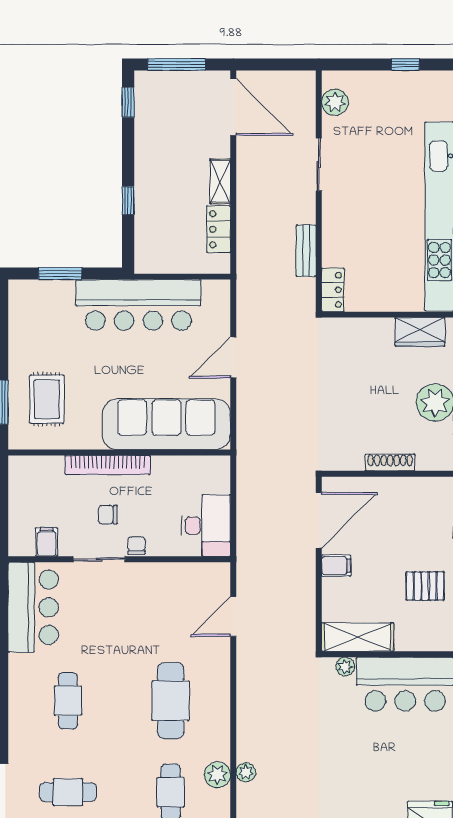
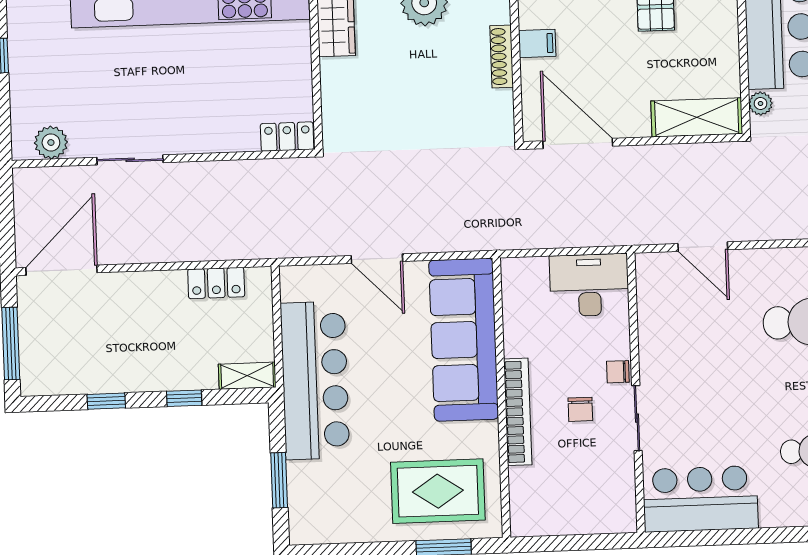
window: (128, 102) -> (106, 401), moved
shelving: (220, 181) -> (247, 376), moved
bench: (306, 251) -> (239, 172), removed
rug: (47, 399) -> (438, 491), width x1.36, depth x1.43
filing cabinet: (47, 542) -> (618, 485), removed
filing cabinet: (336, 566) -> (537, 43), moved, turned 90
shelving: (358, 637) -> (697, 117), moved, turned 90

